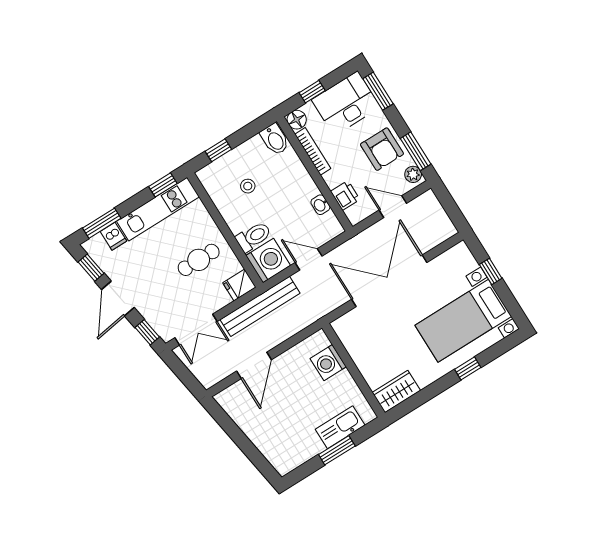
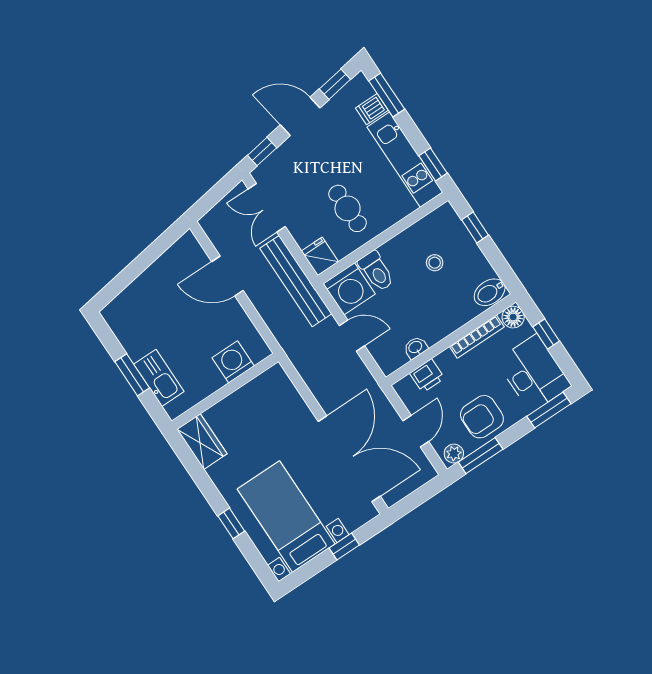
door: (309, 259) -> (352, 336), hinge flipped
double door: (389, 281) -> (349, 459), moved

